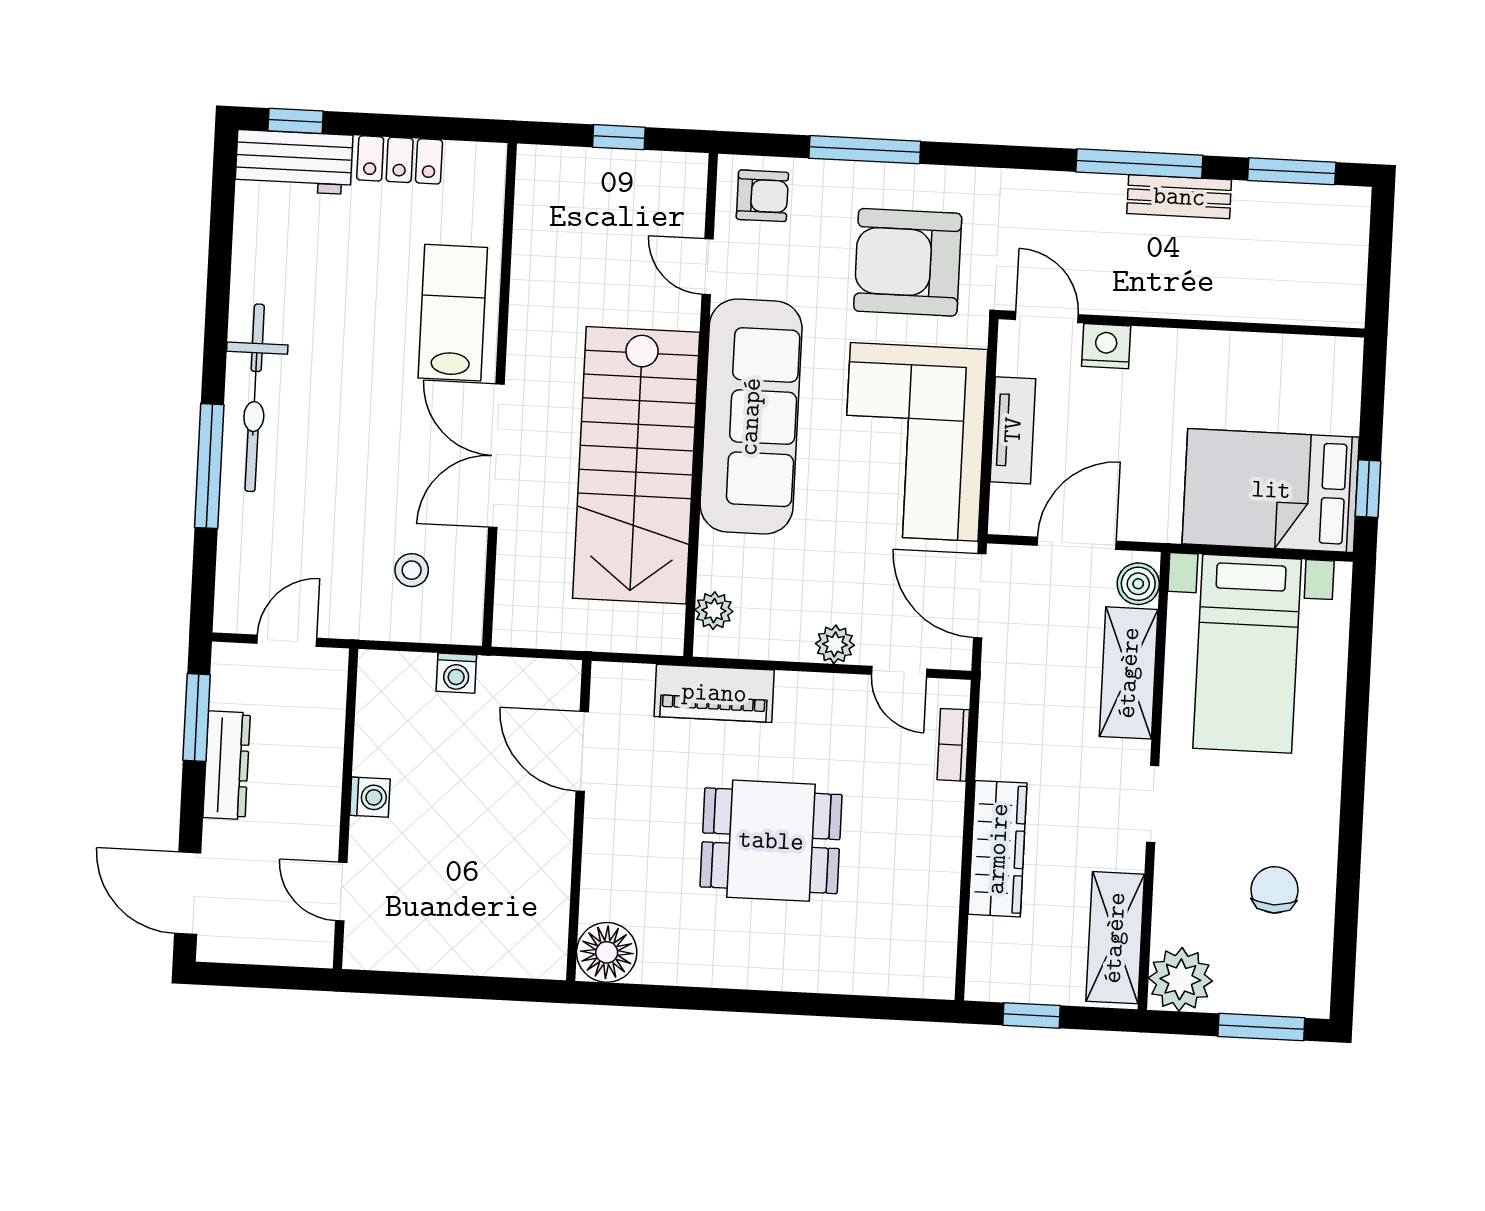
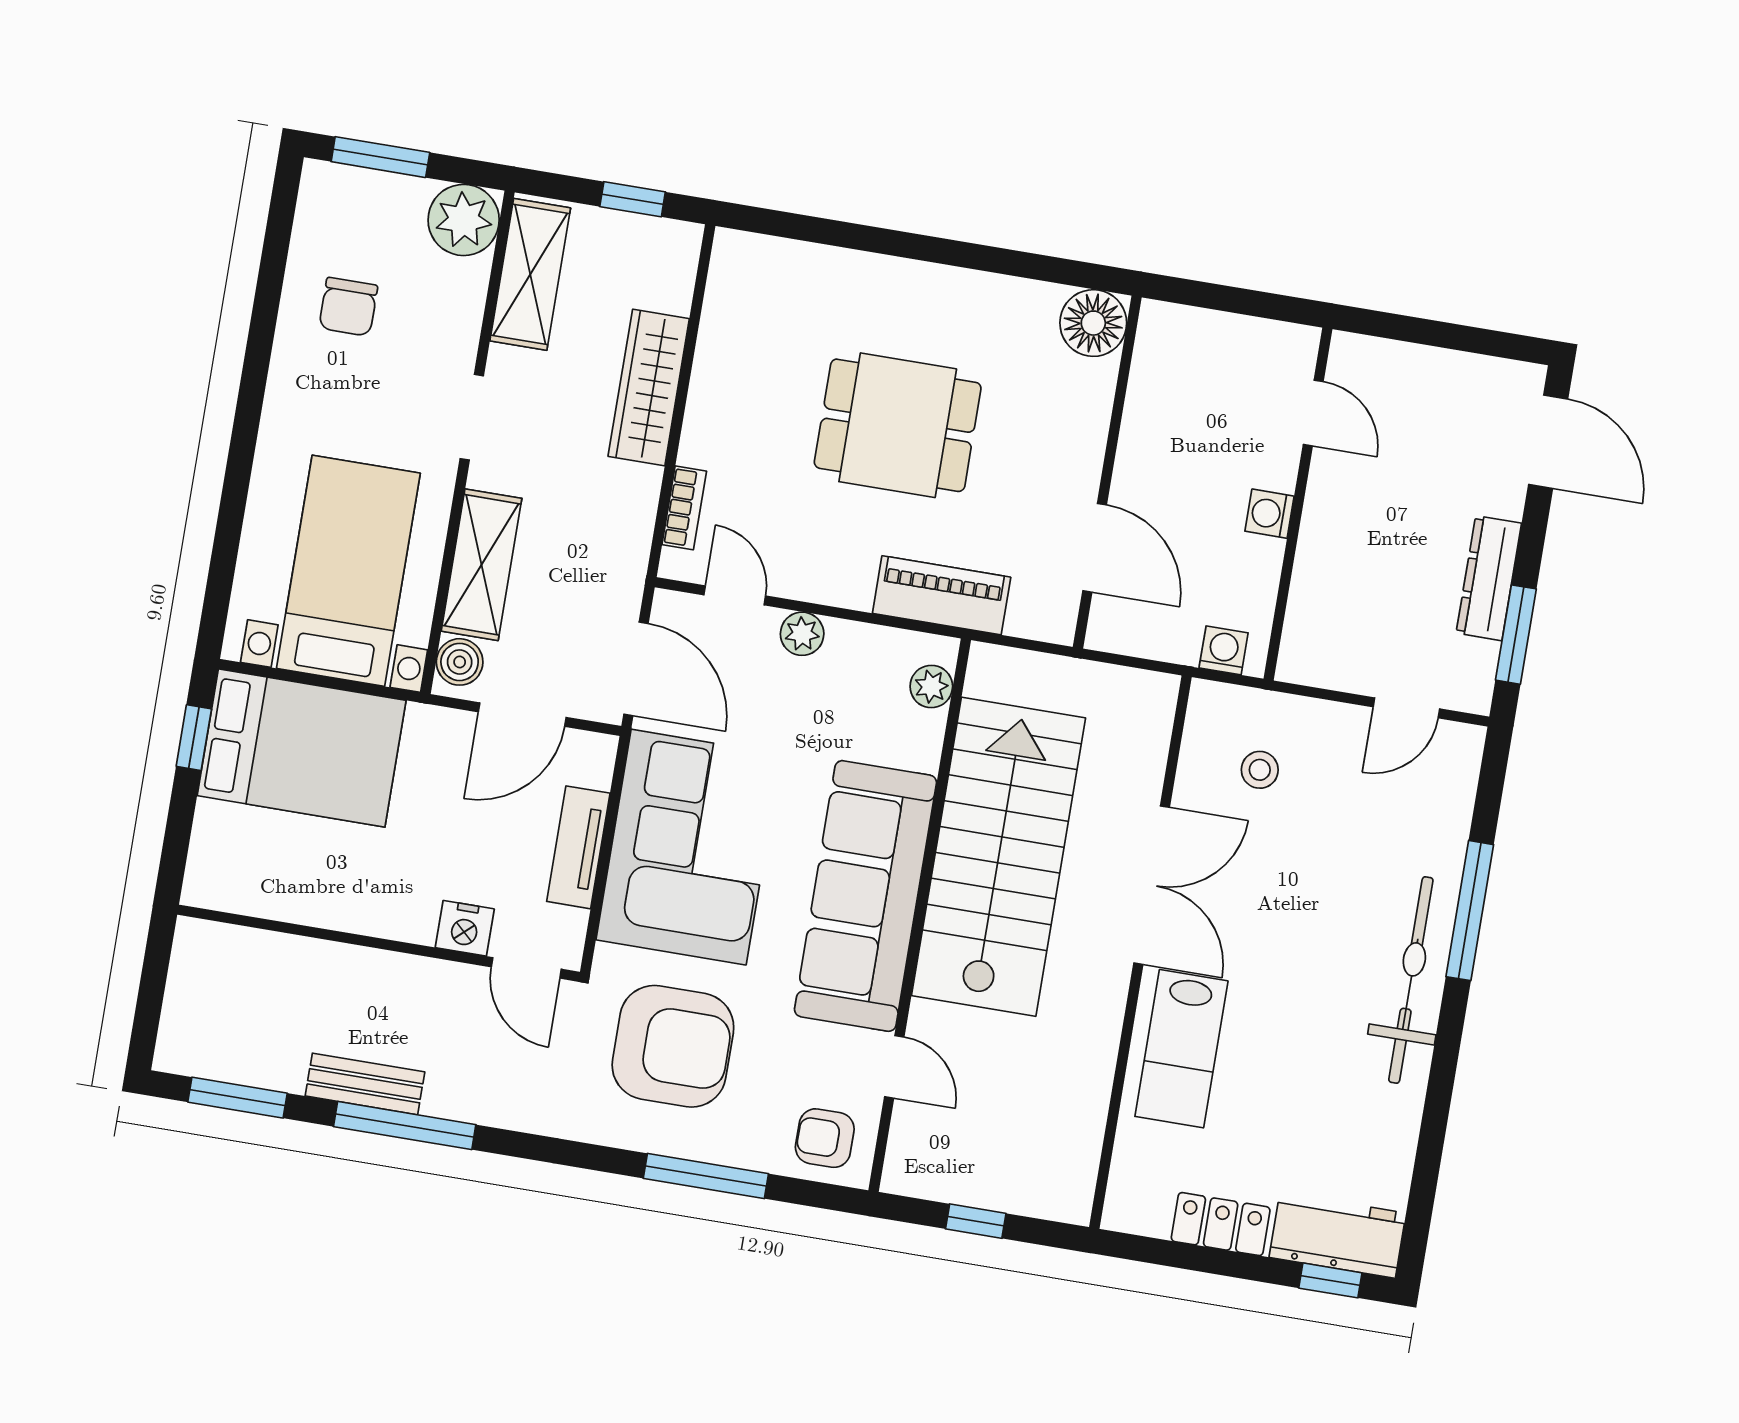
washing machine: (370, 797) -> (1269, 514), moved
wall: (346, 809) -> (1298, 504), moved
door: (341, 892) -> (1313, 413), moved

